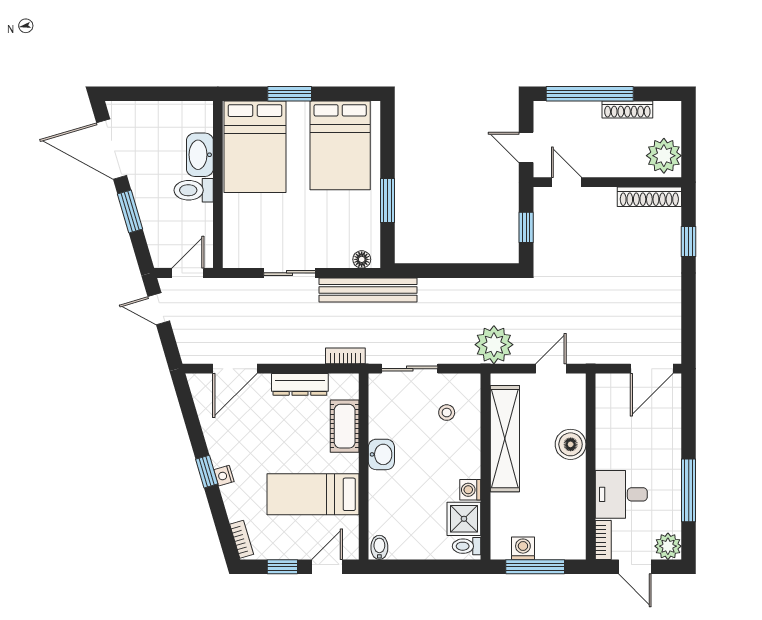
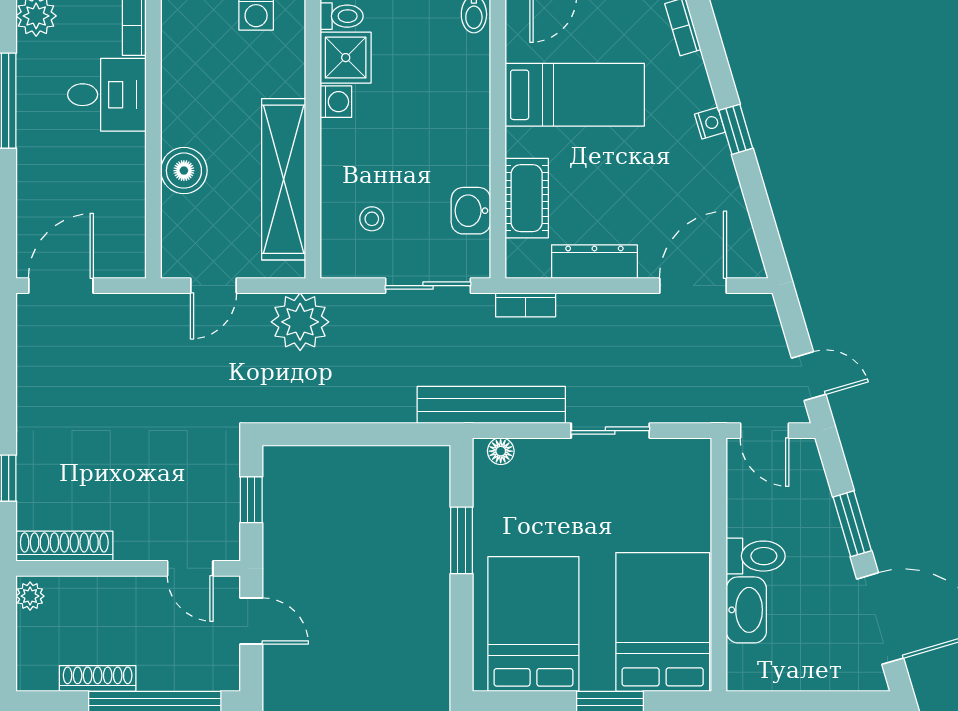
plant: (664, 156) -> (30, 596), width x0.53, depth x0.53
door: (188, 273) -> (764, 431), hinge flipped
washbasin: (381, 454) -> (471, 211), moved

